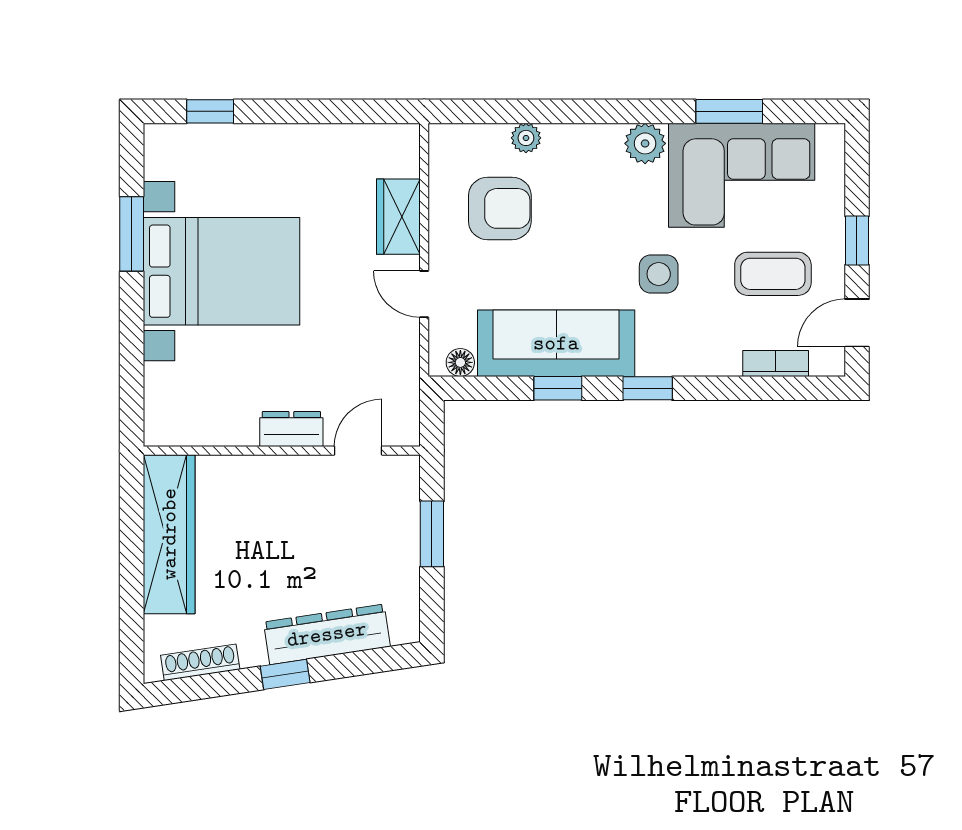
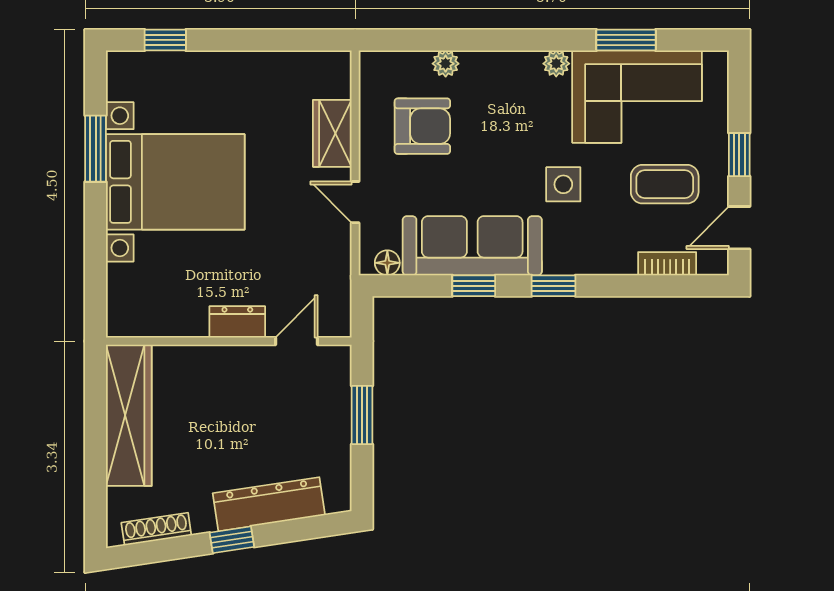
plant: (645, 143) -> (556, 64), width x0.73, depth x0.73

